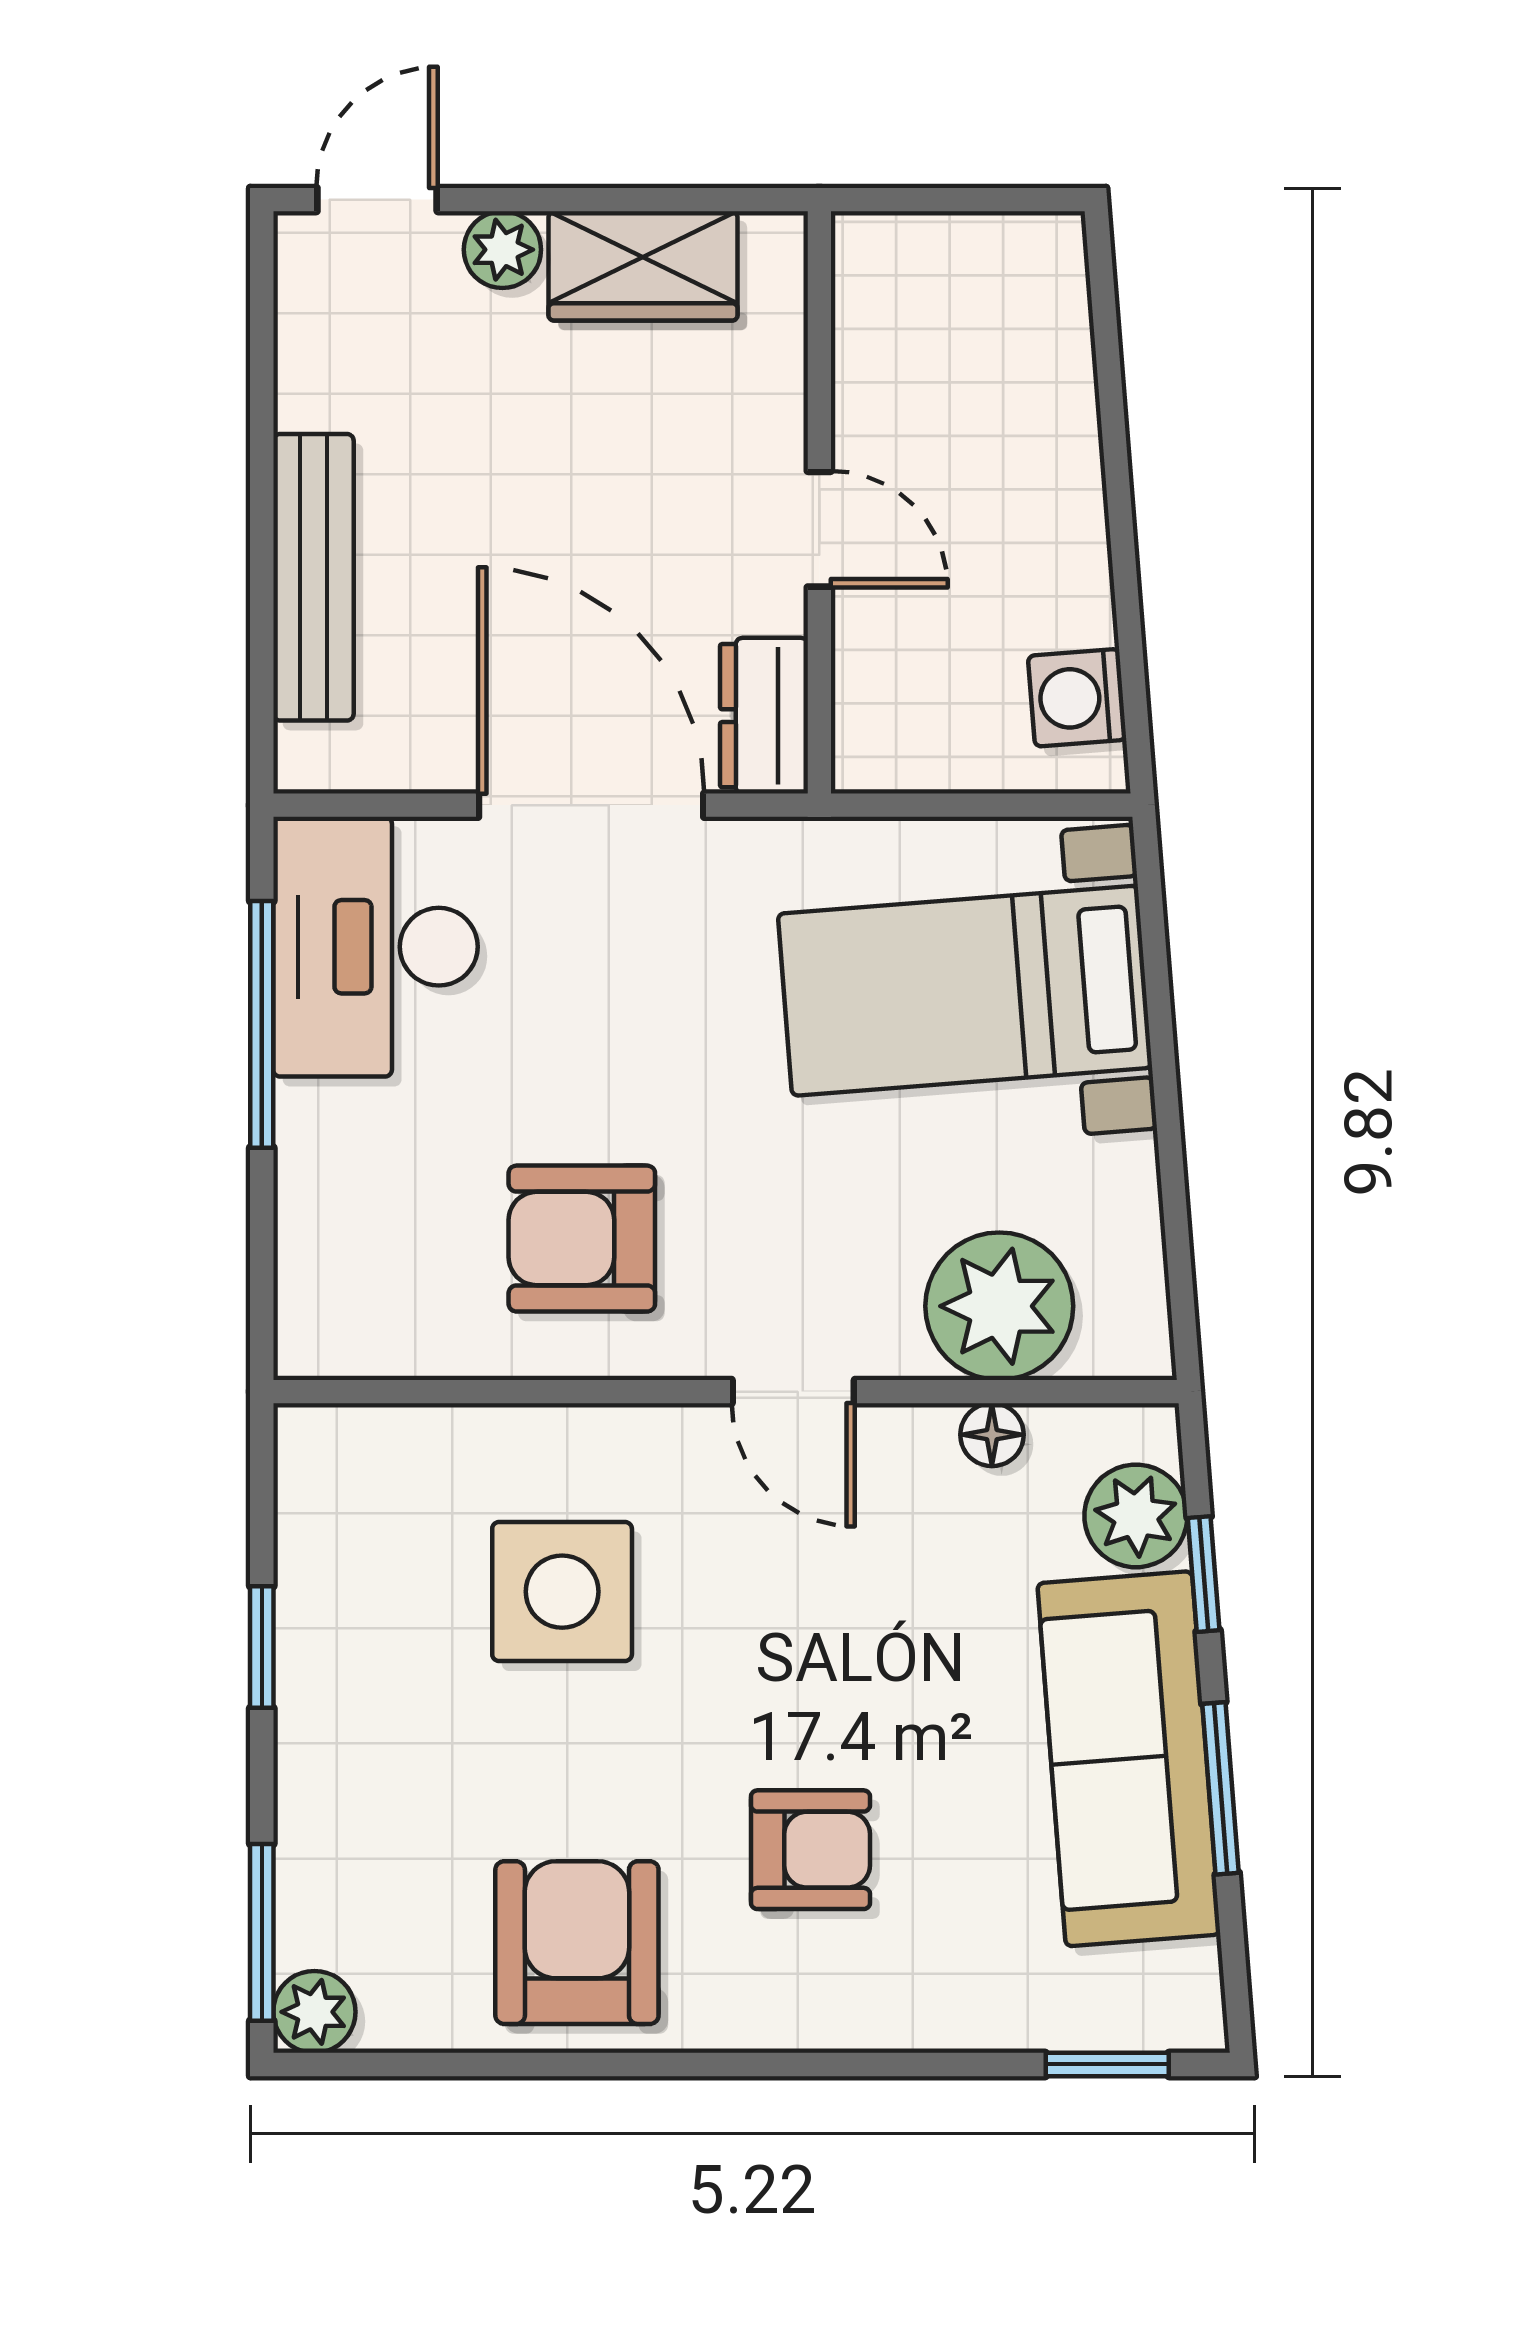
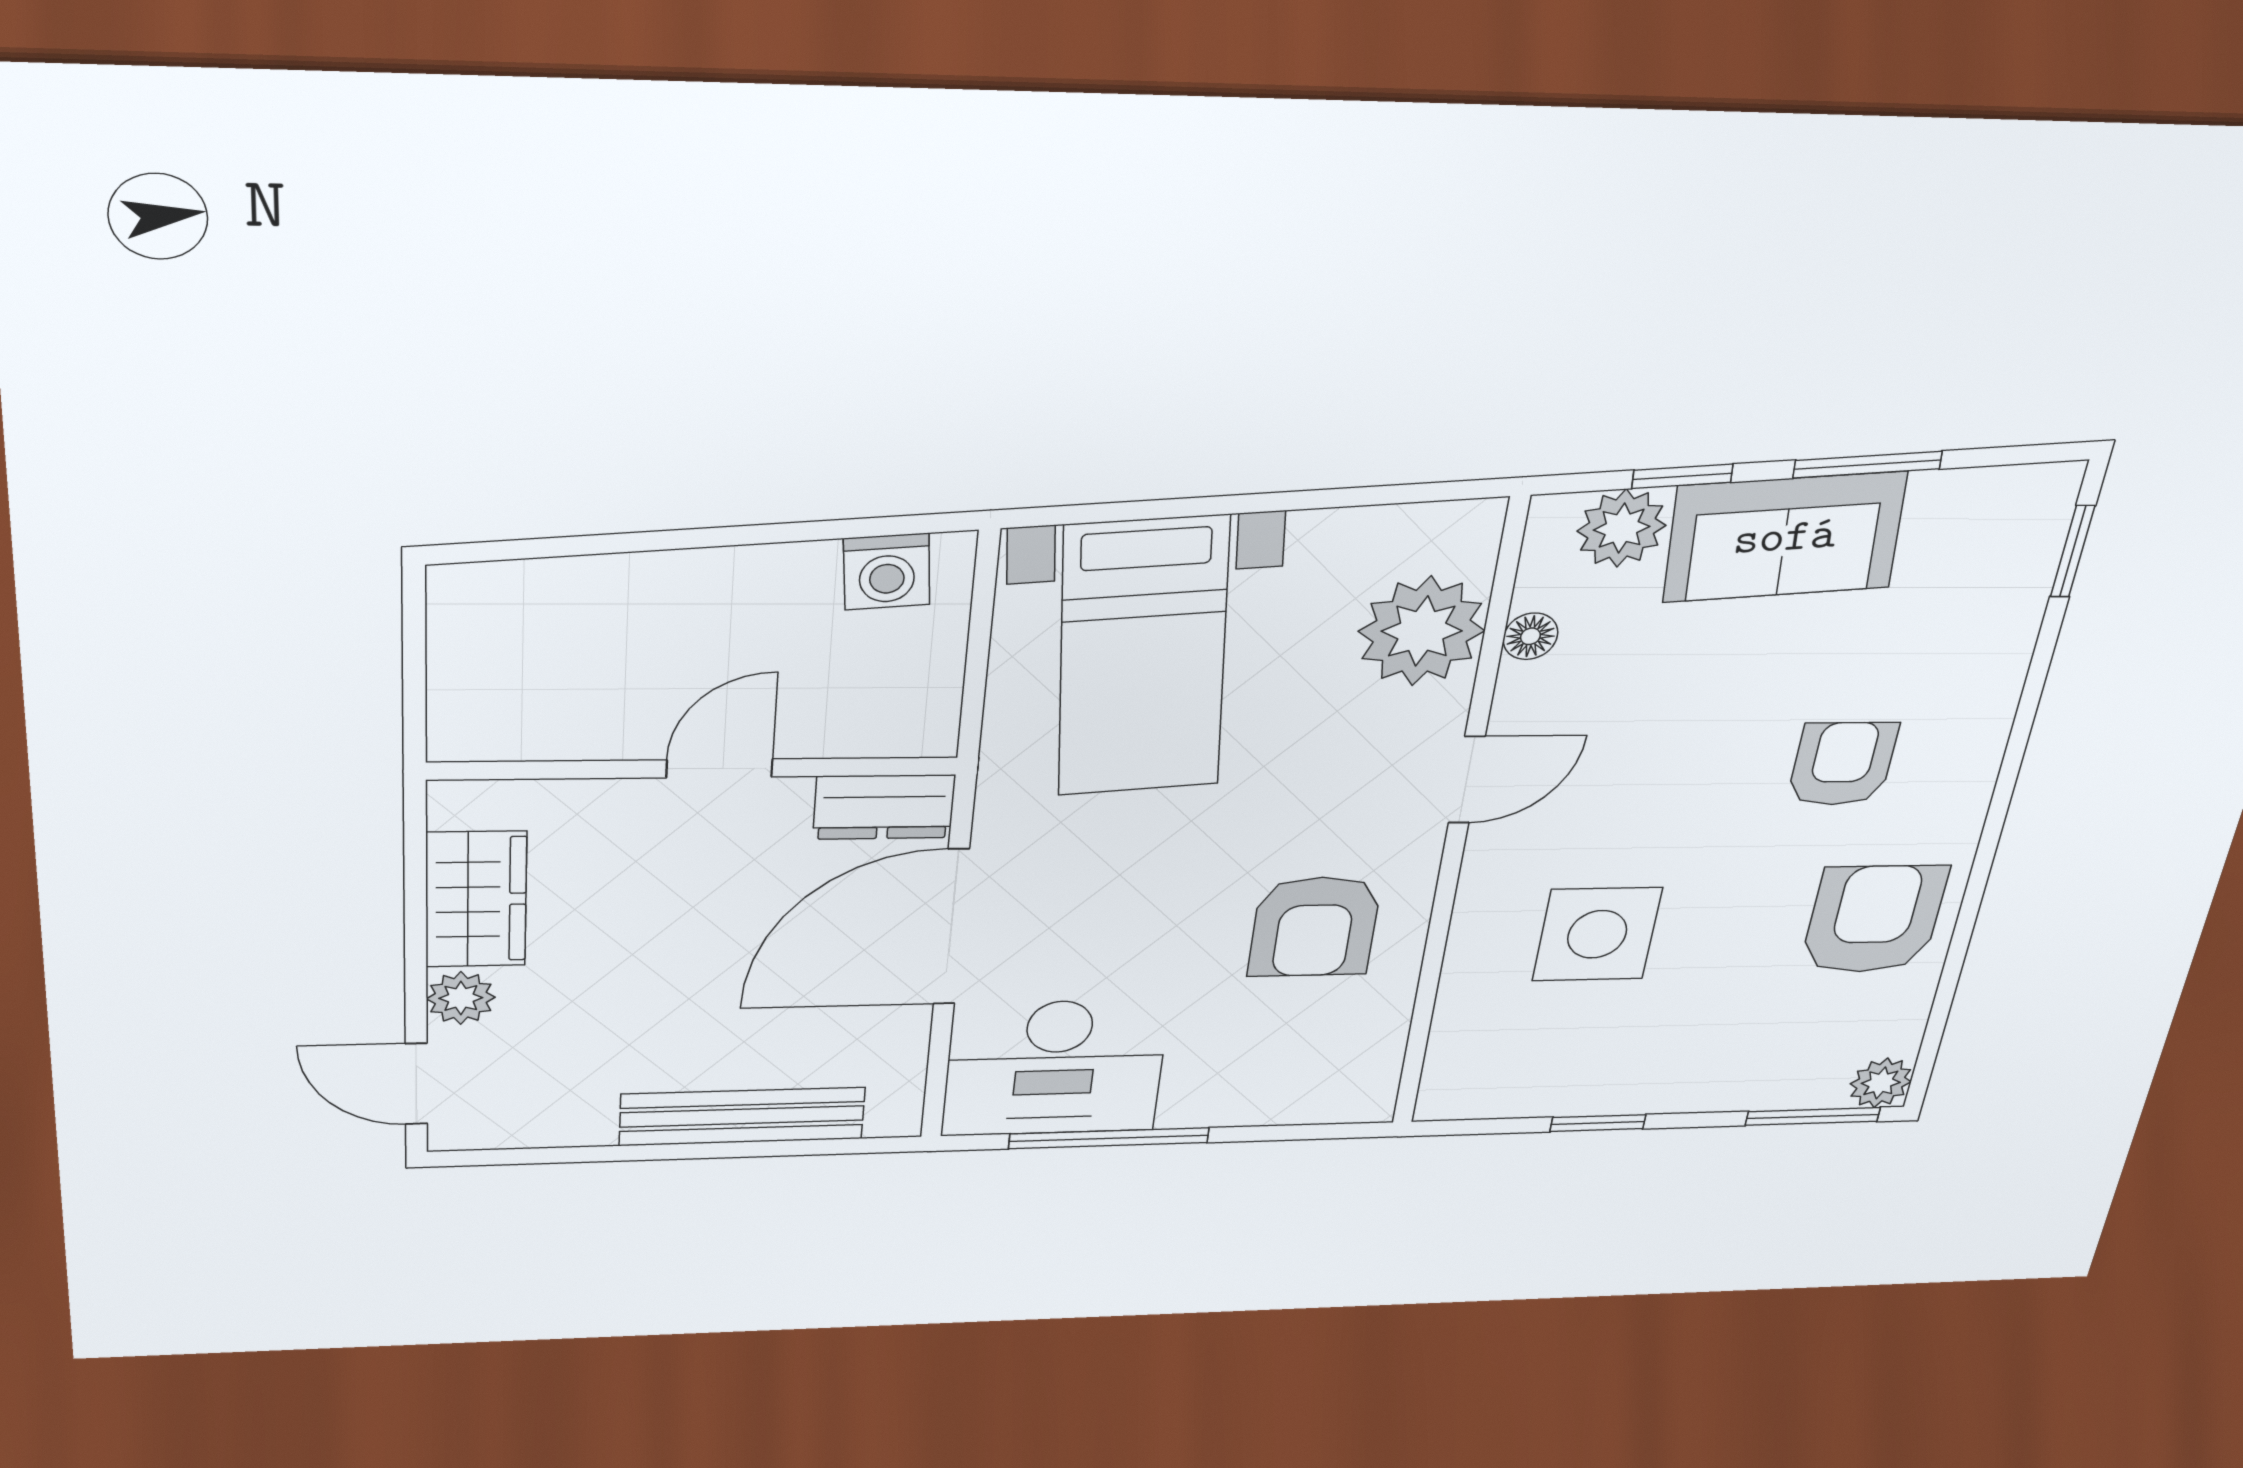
sofa: (1129, 1759) -> (1785, 537), width x0.73
armchair: (577, 1943) -> (1874, 919), turned 90

